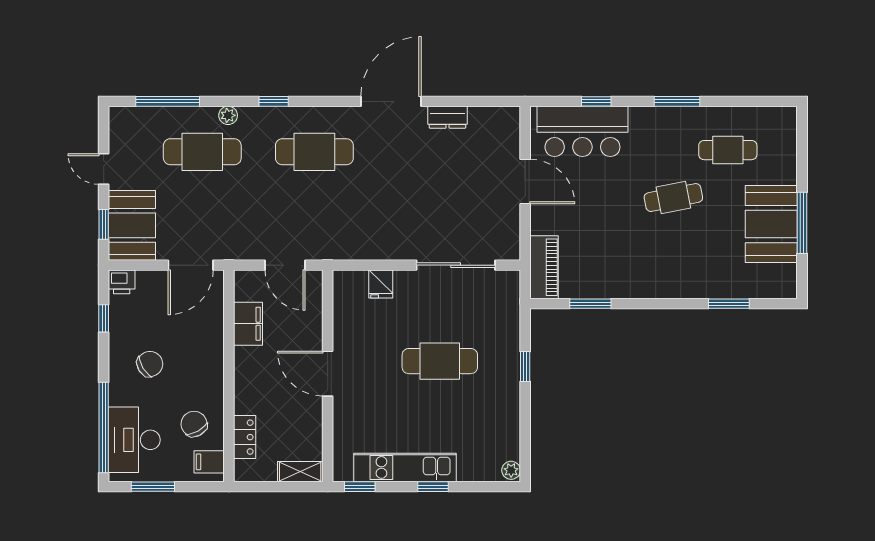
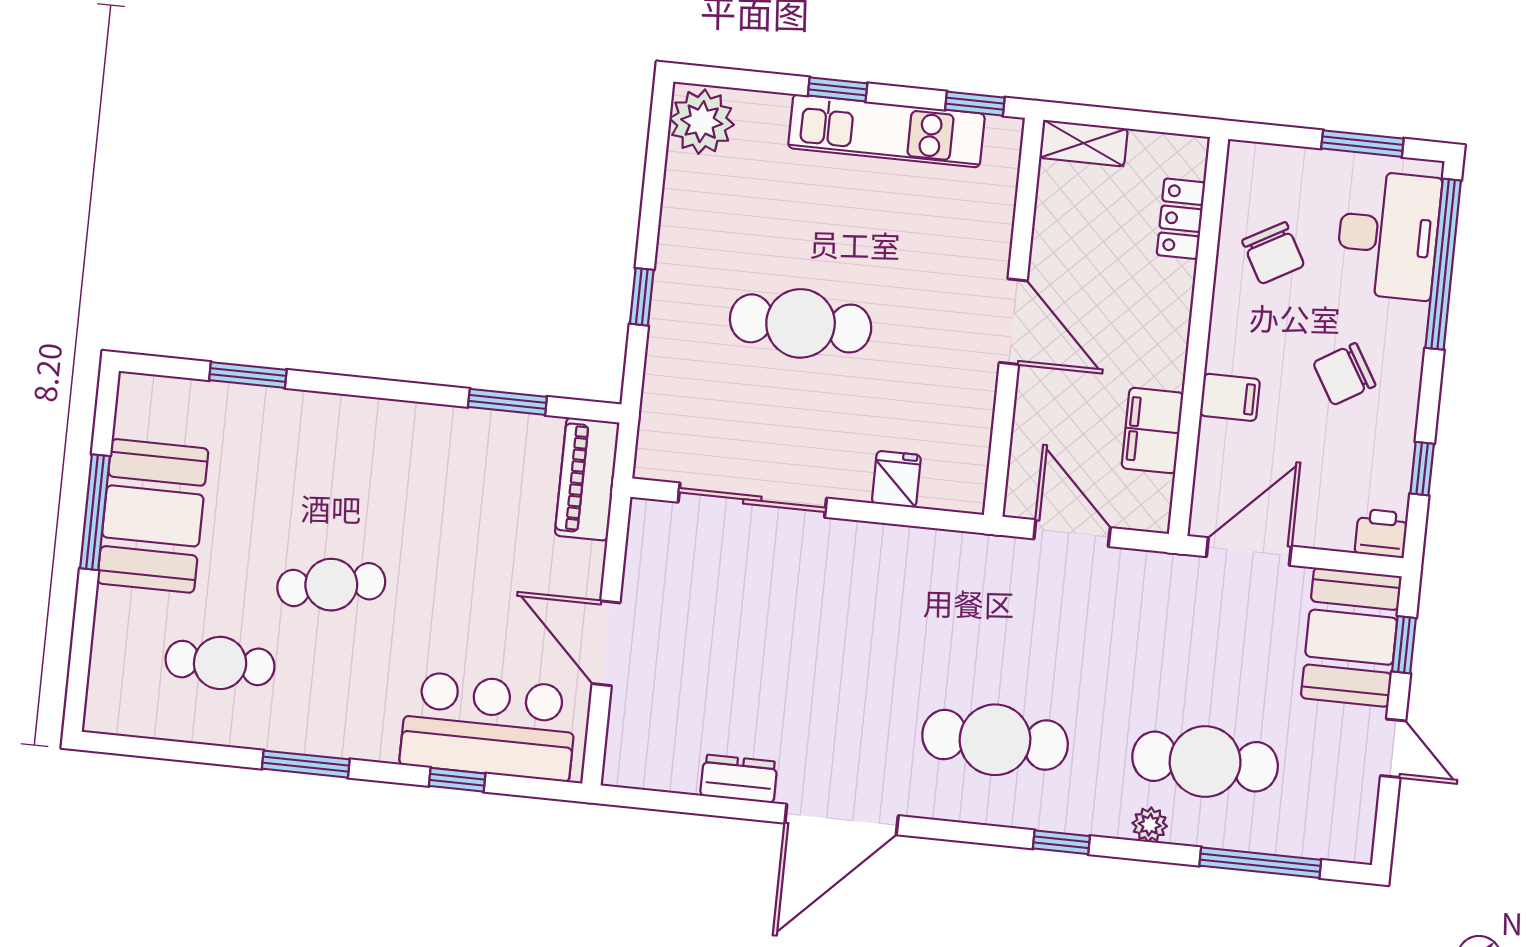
filing cabinet: (209, 462) -> (1230, 397), moved
plant: (511, 470) -> (702, 122), width x1.87, depth x1.87

